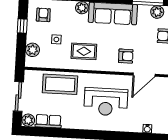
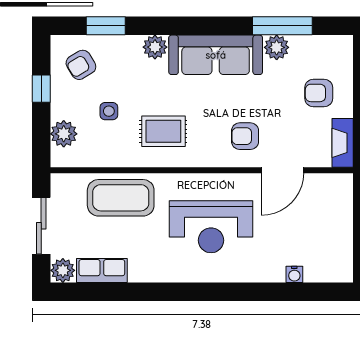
plant: (157, 12) -> (277, 47), moved
armchair: (43, 15) -> (81, 65), turned -121
armchair: (126, 56) -> (245, 136), turned 180

